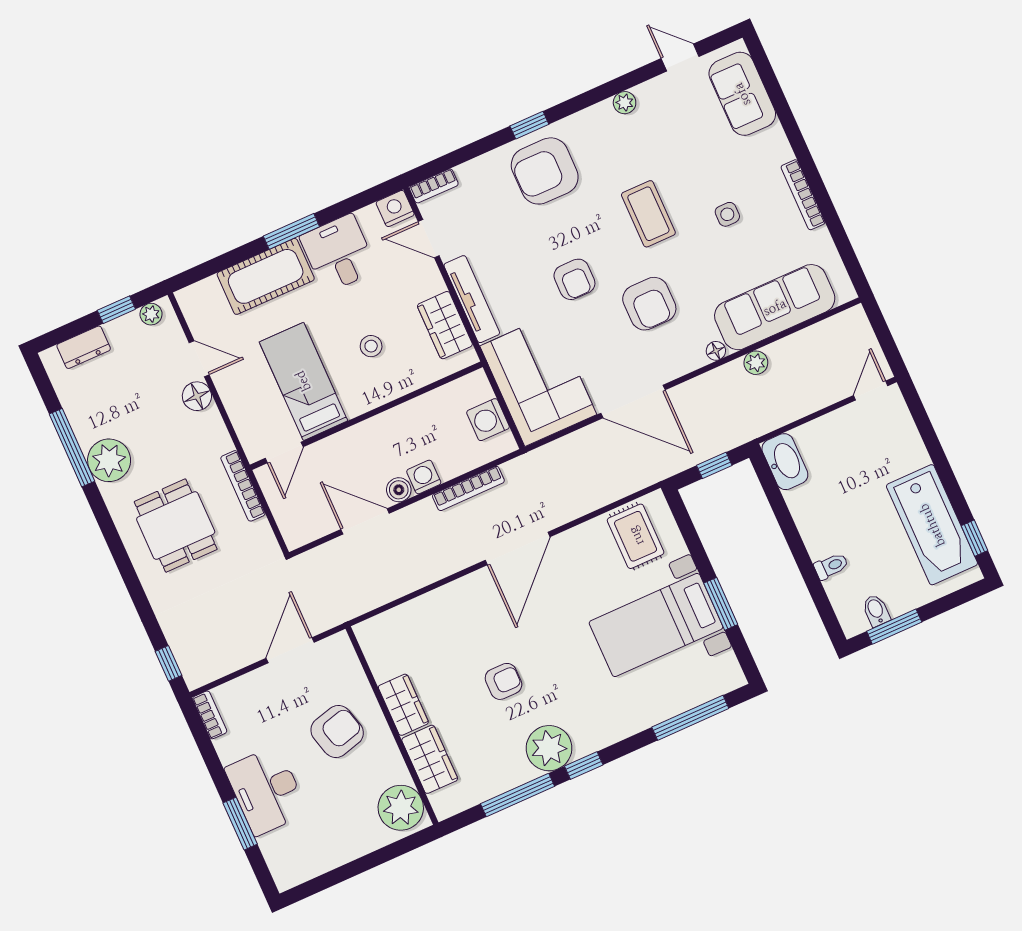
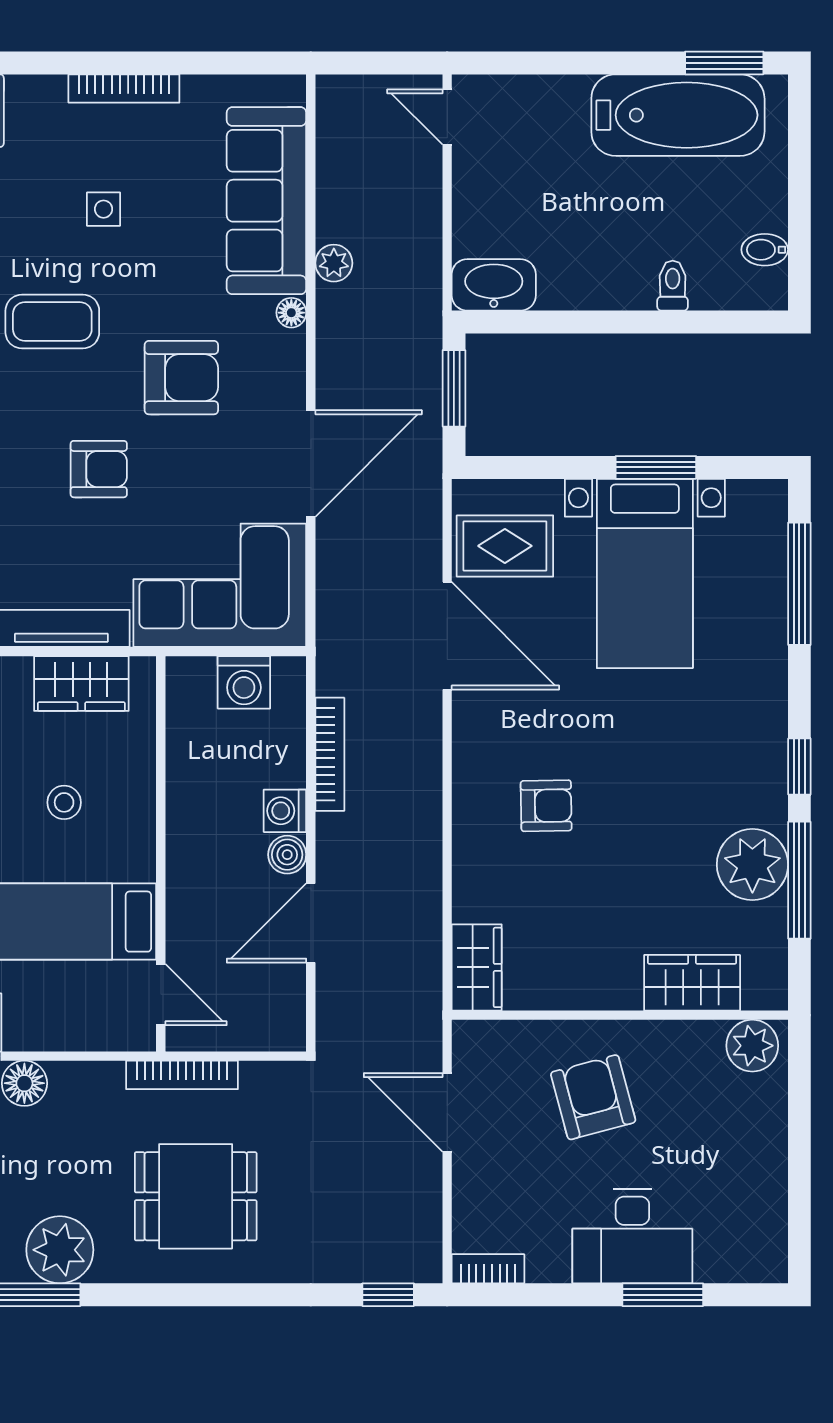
window: (714, 465) -> (454, 388), width x1.50
window: (974, 538) -> (724, 63), width x1.50
door: (518, 549) -> (447, 636), moved
window: (894, 627) -> (799, 234), removed
armchair: (503, 681) -> (546, 806), moved, turned 89
wardrobe: (403, 705) -> (477, 967), moved, turned 90
plant: (549, 748) -> (752, 865), moved
plant: (401, 808) -> (752, 1046), width x0.73, depth x0.73

